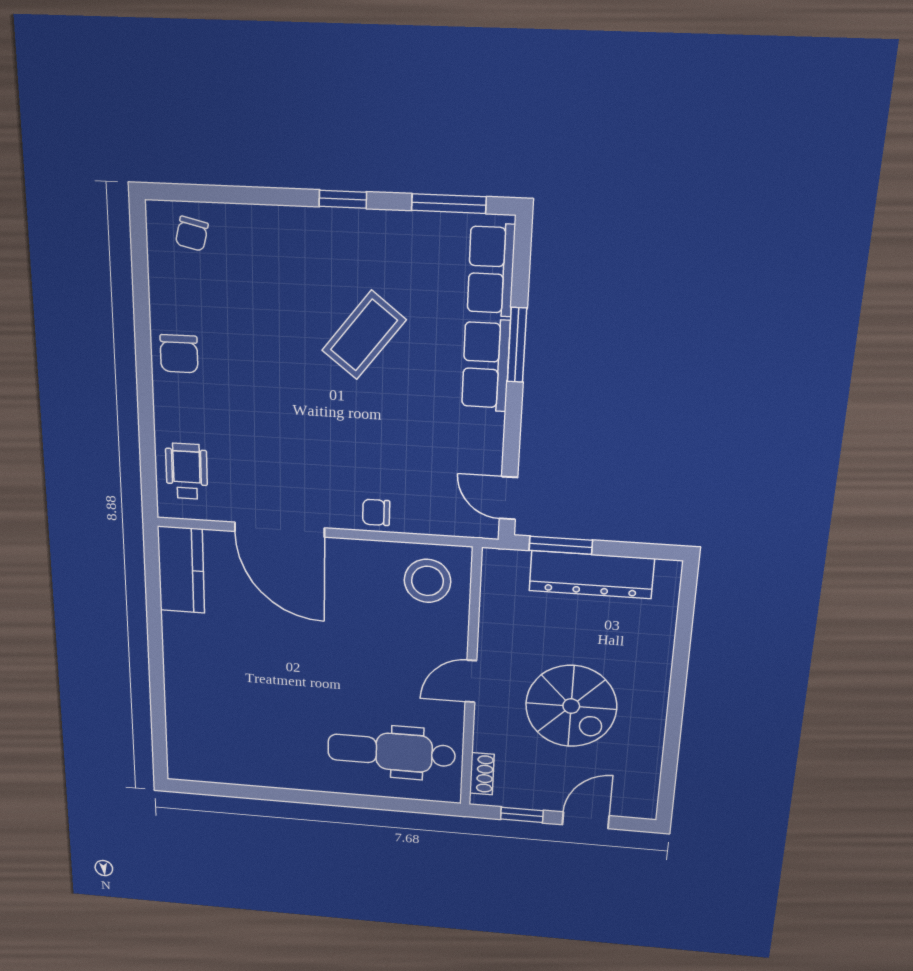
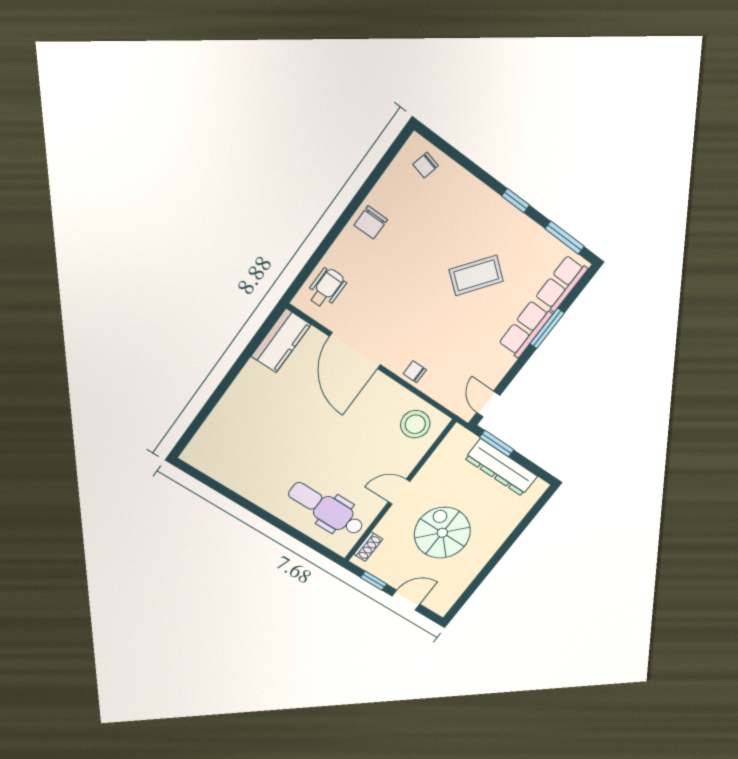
spiral stairs: (571, 706) -> (442, 533), turned 180

